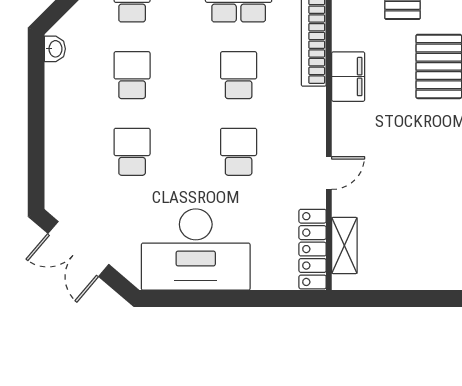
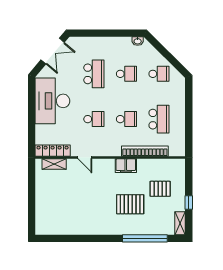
school desk: (132, 152) -> (94, 74), width x1.85
double door: (78, 249) -> (53, 51), swing flipped

